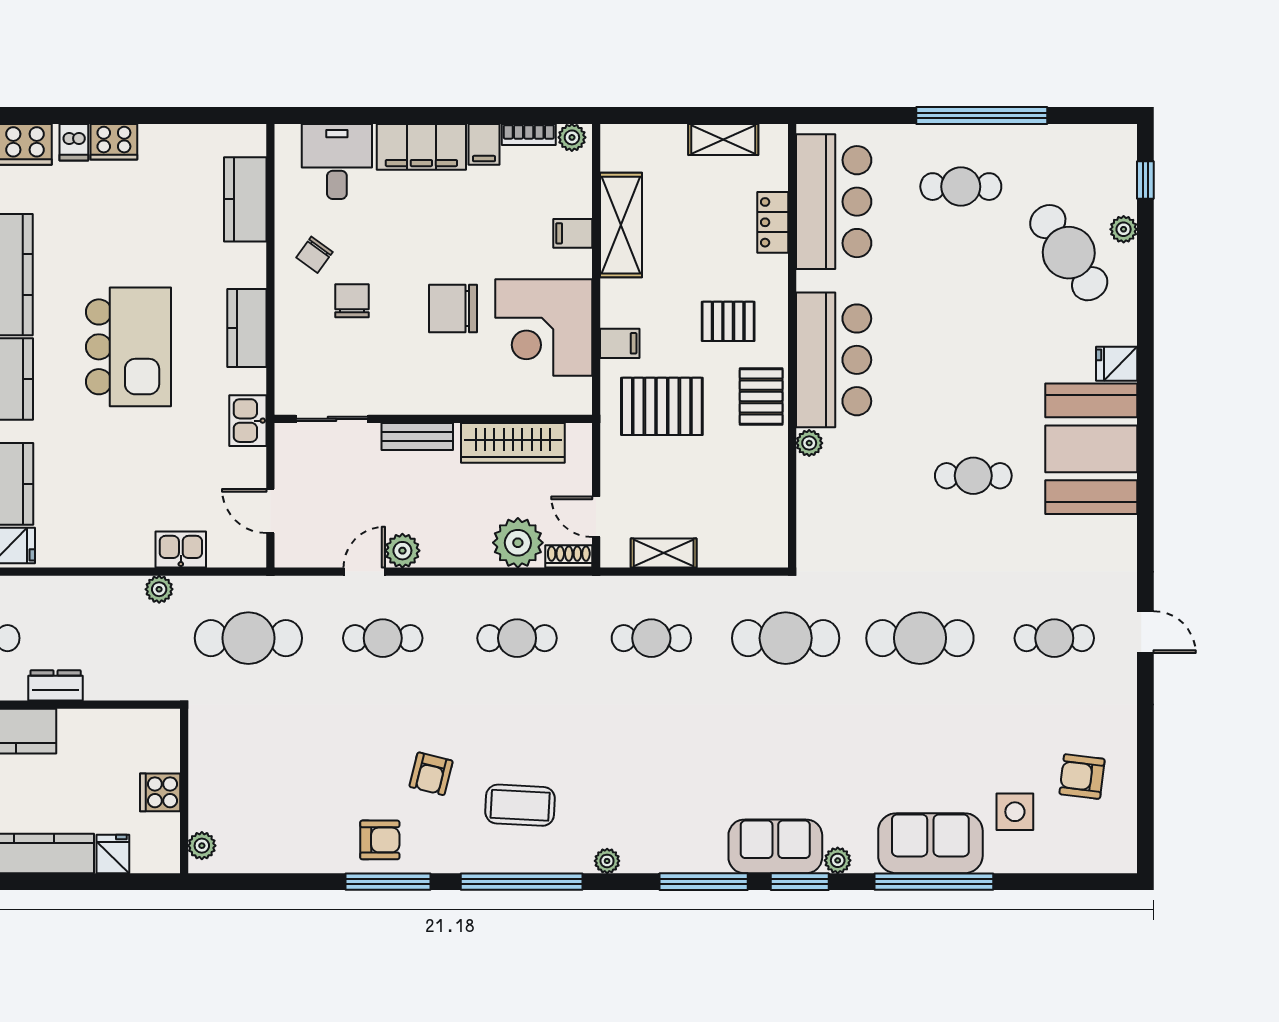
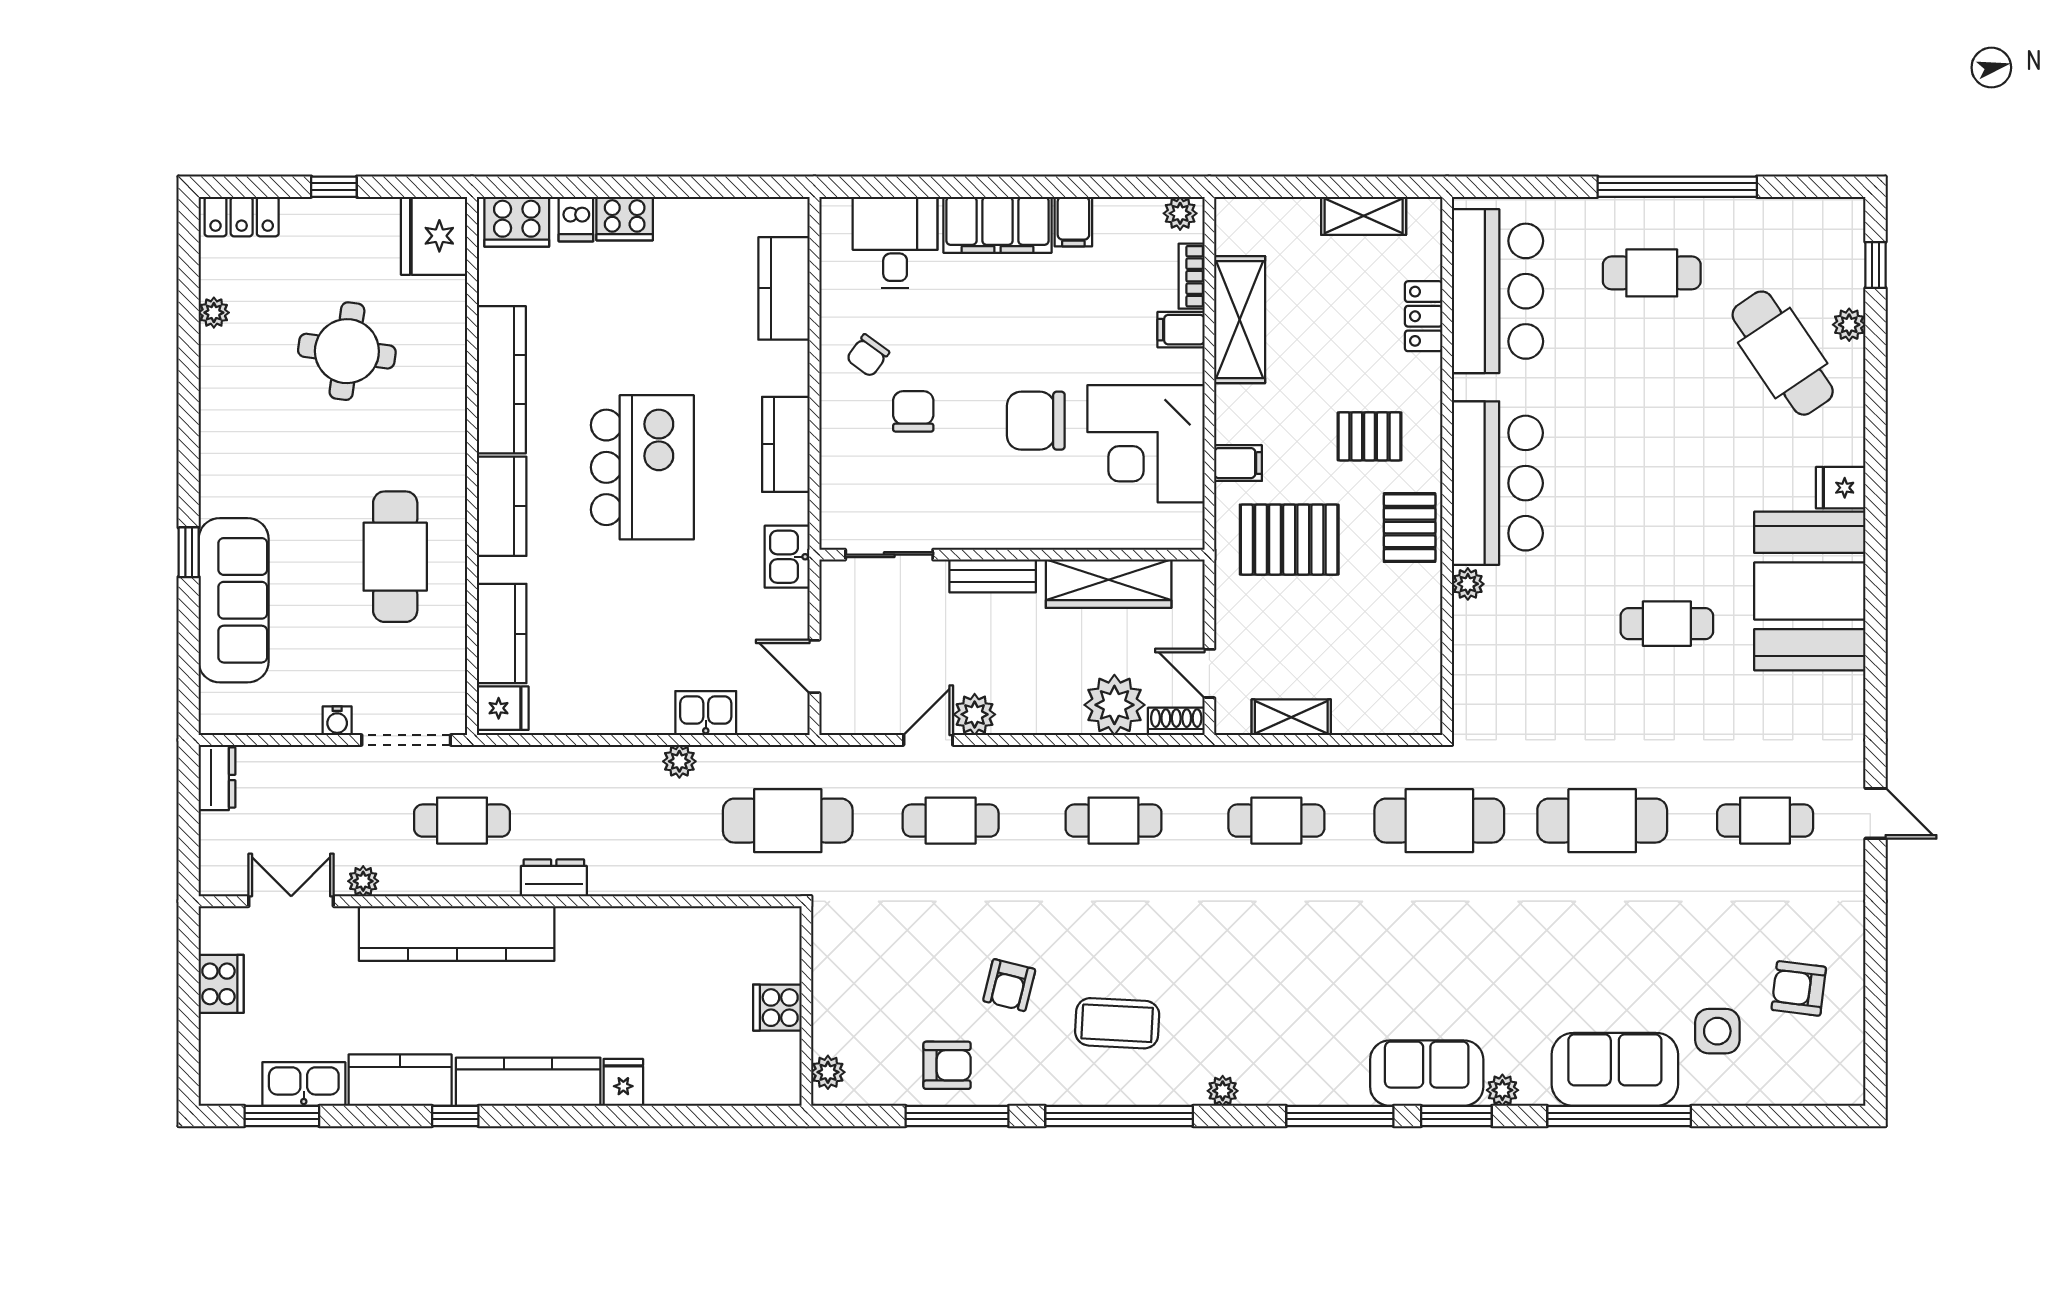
bookcase: (529, 134) -> (1192, 276), moved, turned 90
wall: (184, 791) -> (806, 1006), moved
cooker: (160, 792) -> (777, 1008), moved
plant: (202, 846) -> (828, 1072), moved

